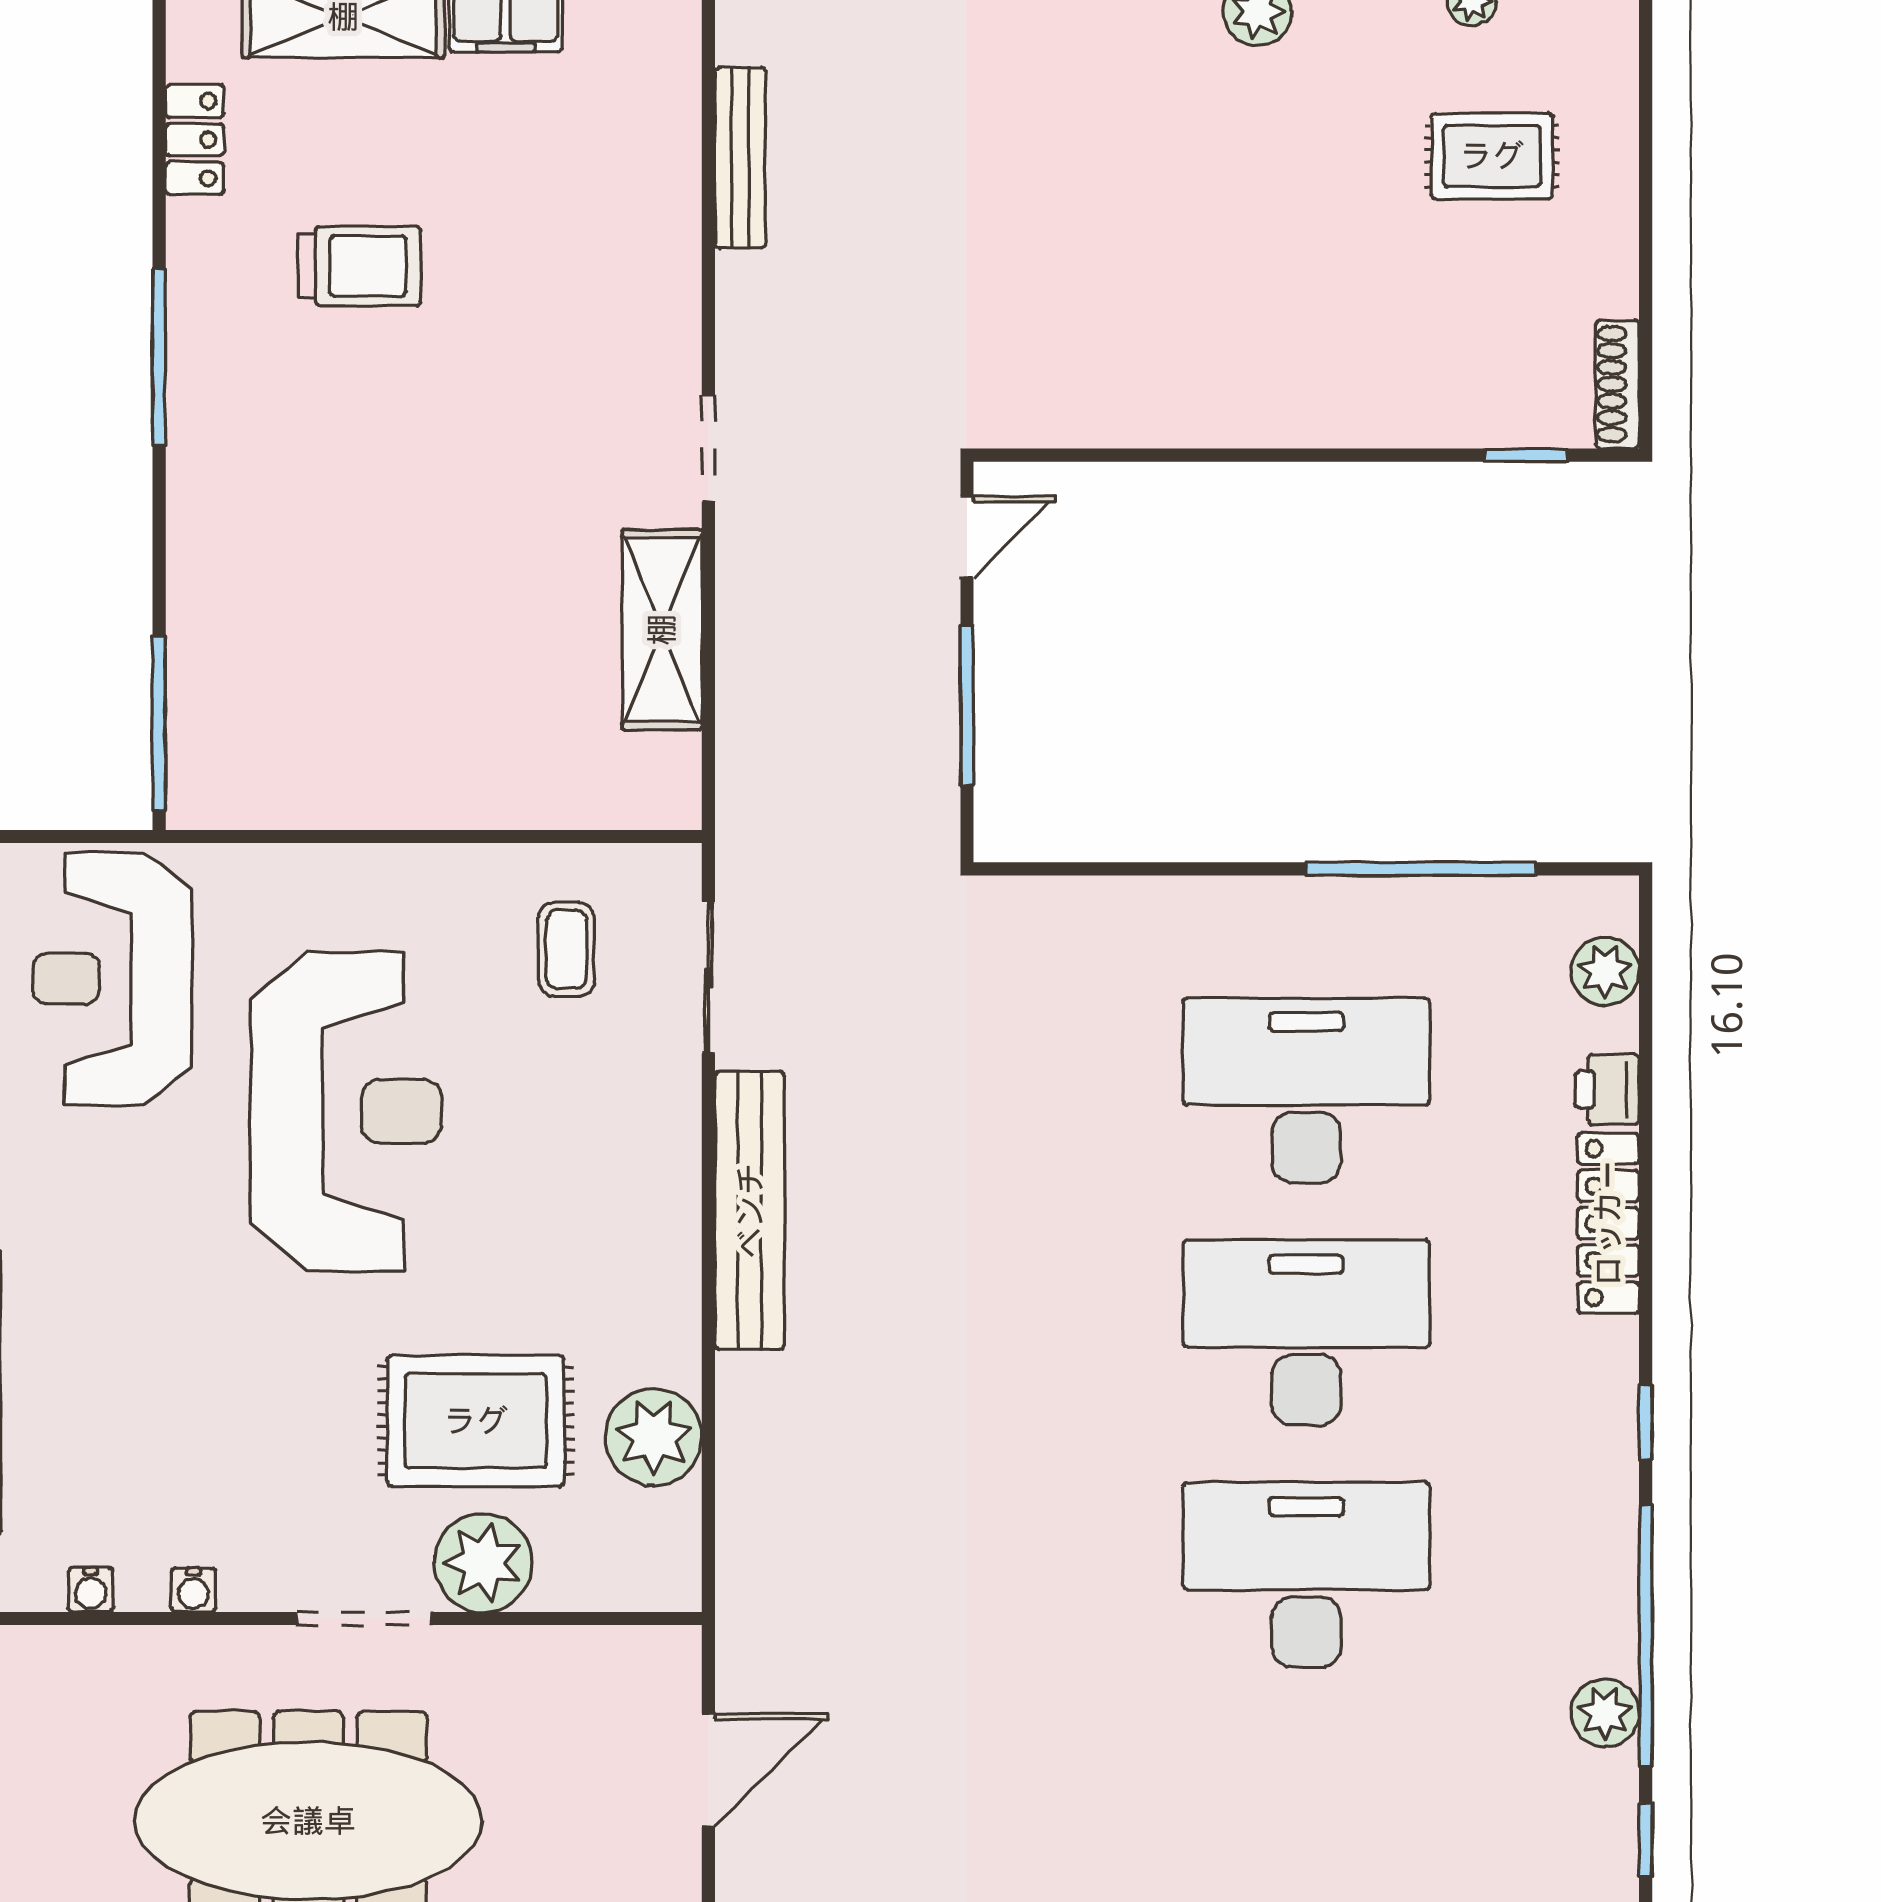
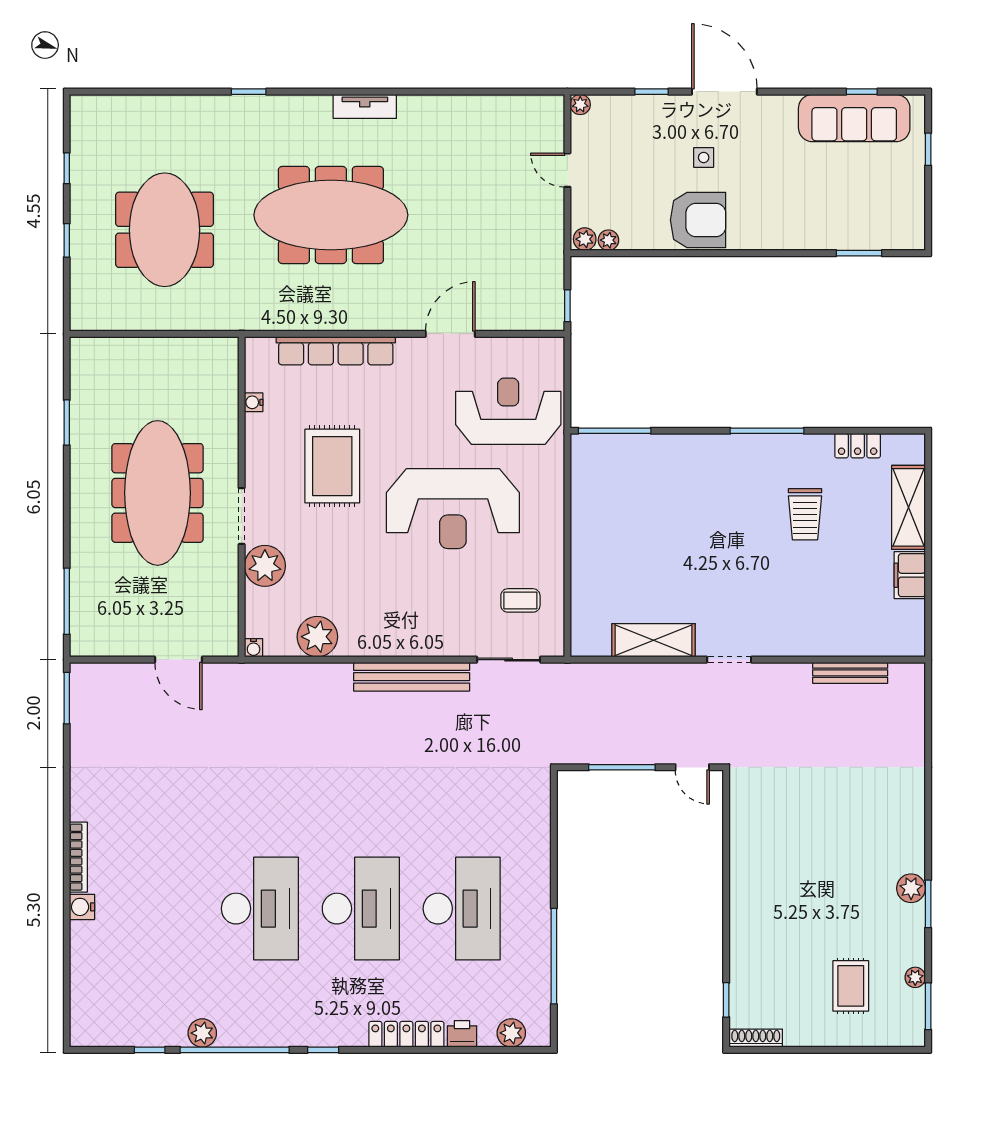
rug: (476, 1421) -> (332, 466), moved
water cooler: (193, 1590) -> (254, 648), moved, turned -90

